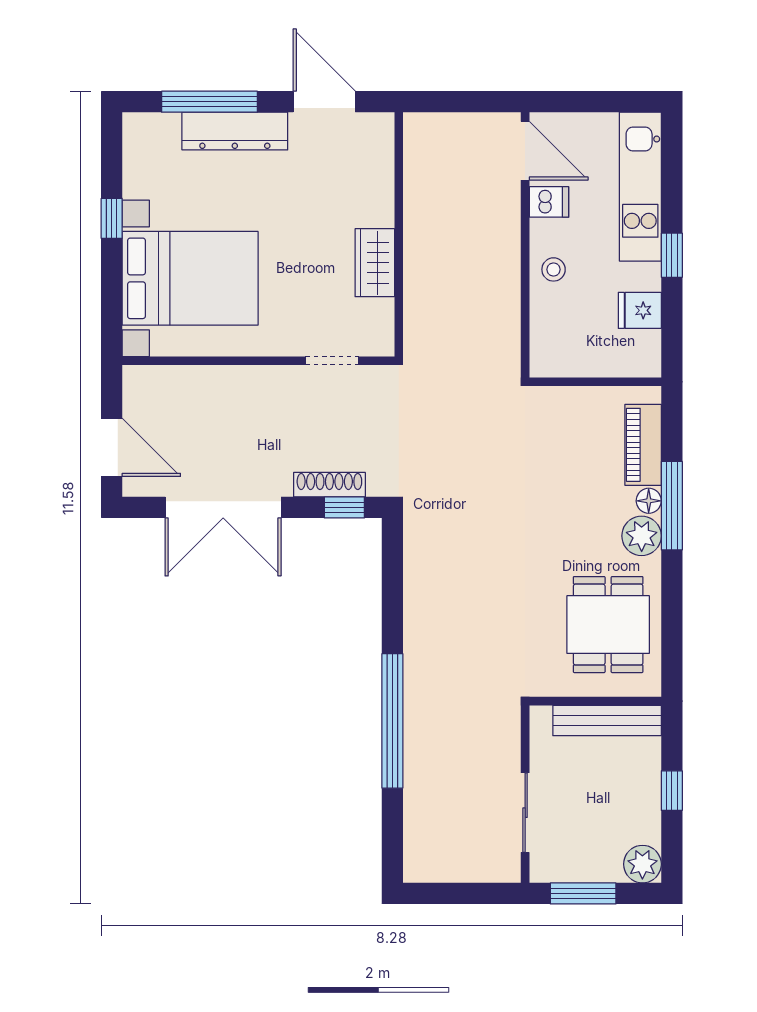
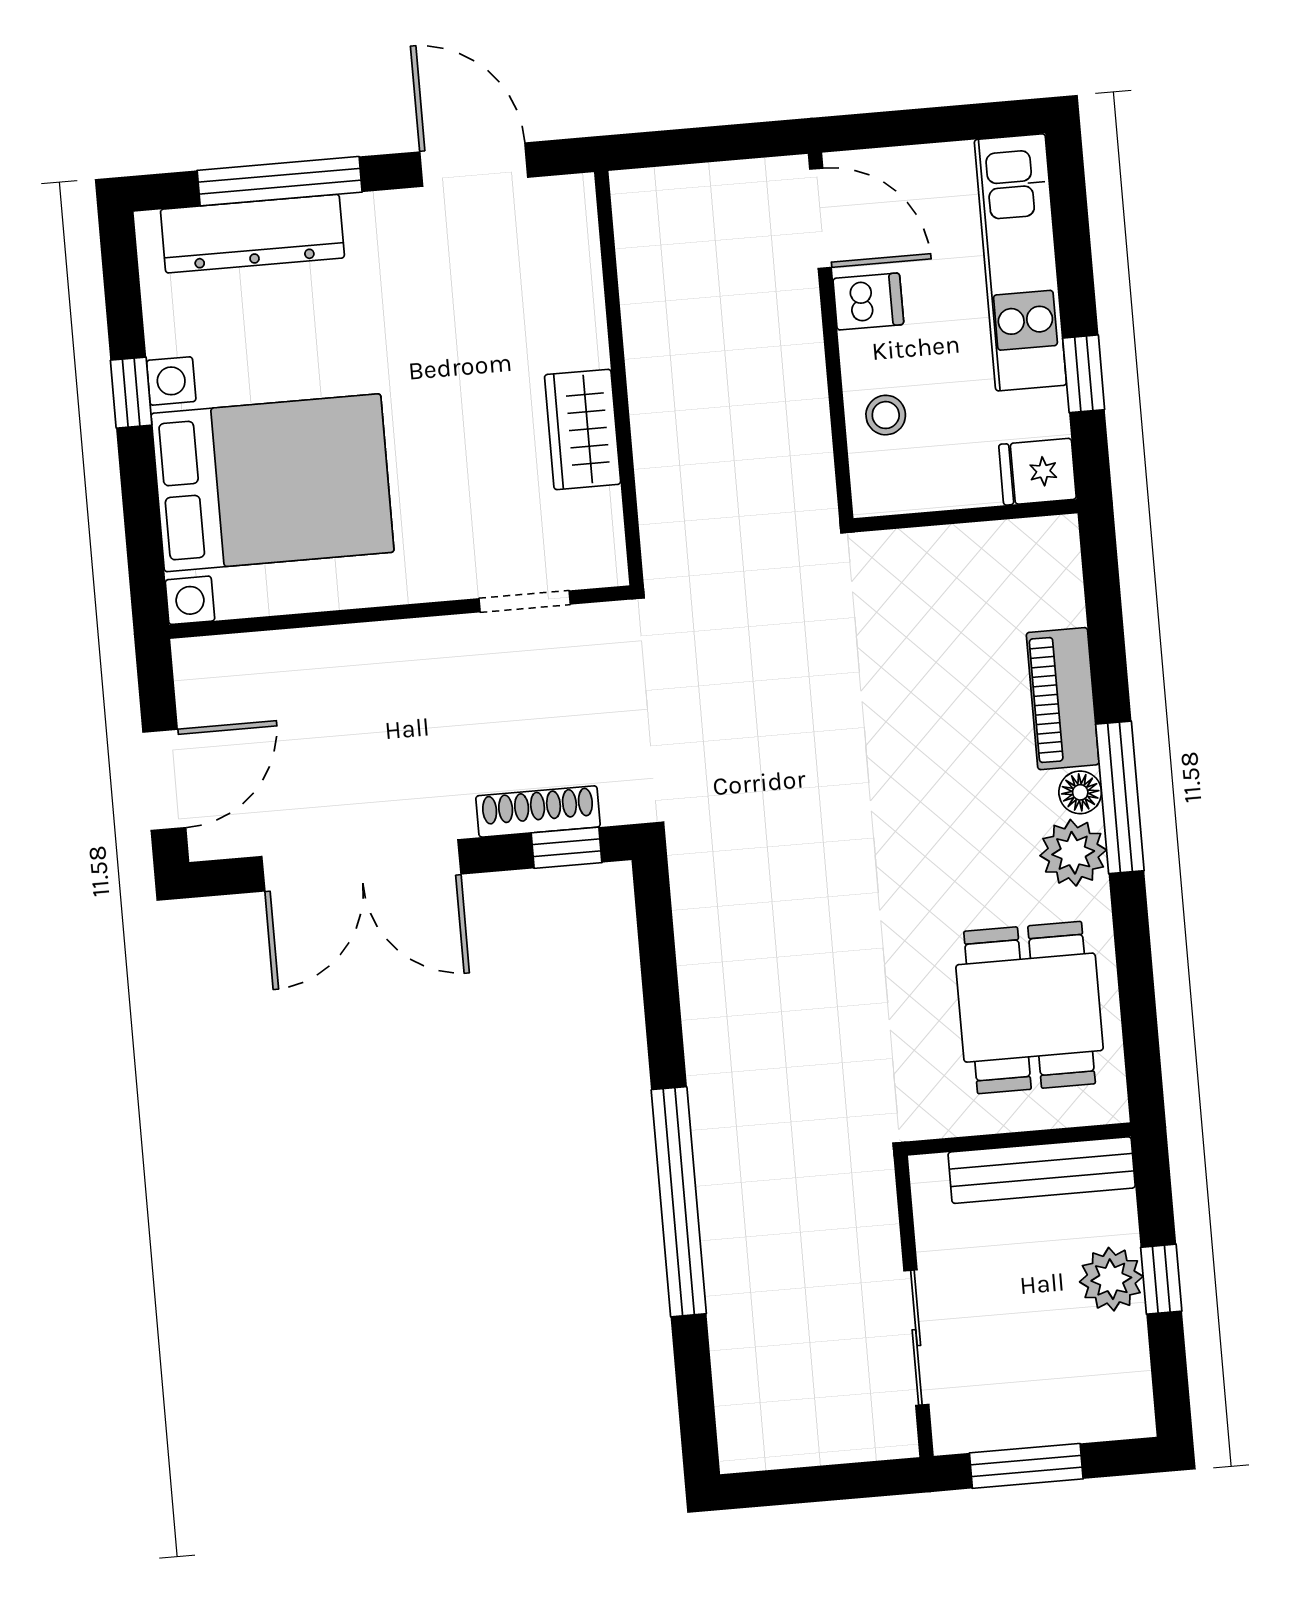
dresser: (235, 131) -> (252, 234), moved
wall: (595, 382) -> (965, 516), moved
door: (112, 447) -> (164, 780), hinge flipped
plant: (642, 864) -> (1111, 1279), moved

